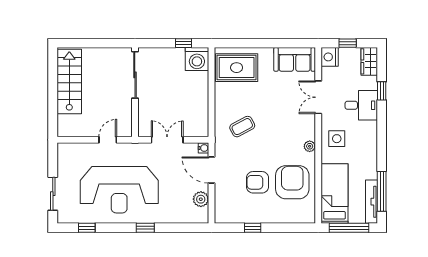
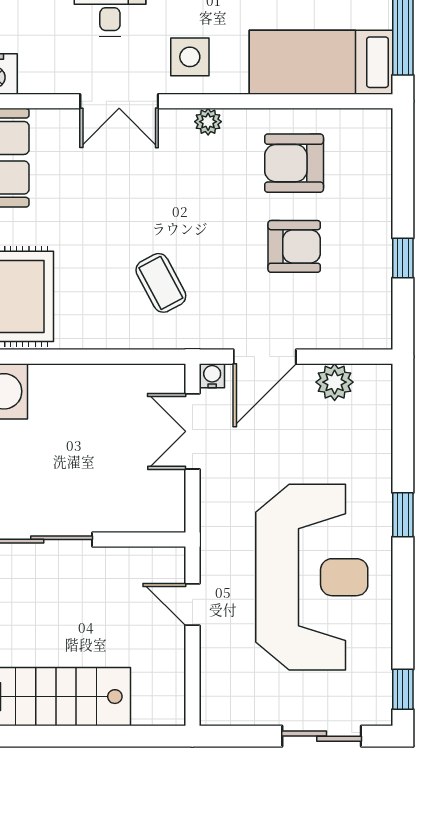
double door: (318, 97) -> (119, 101), moved
double door: (167, 140) -> (192, 431), moved
armchair: (257, 182) -> (294, 246), turned -90
armchair: (292, 182) -> (294, 163), width x0.73, depth x0.73
window: (87, 228) -> (403, 689), moved

